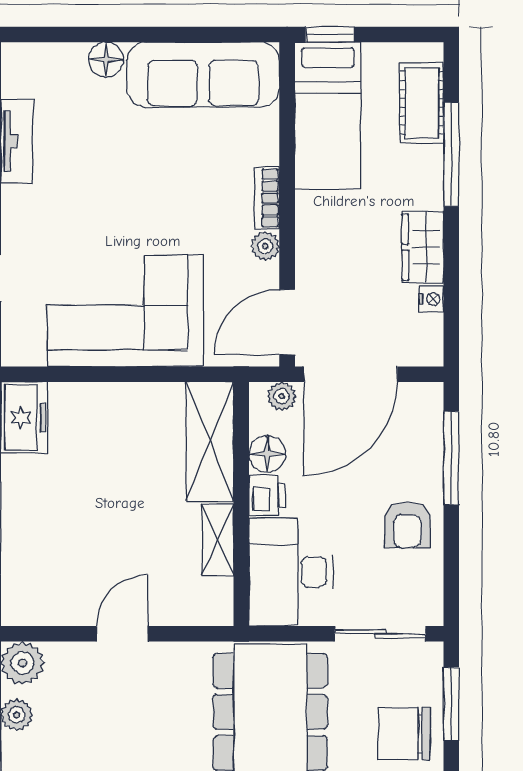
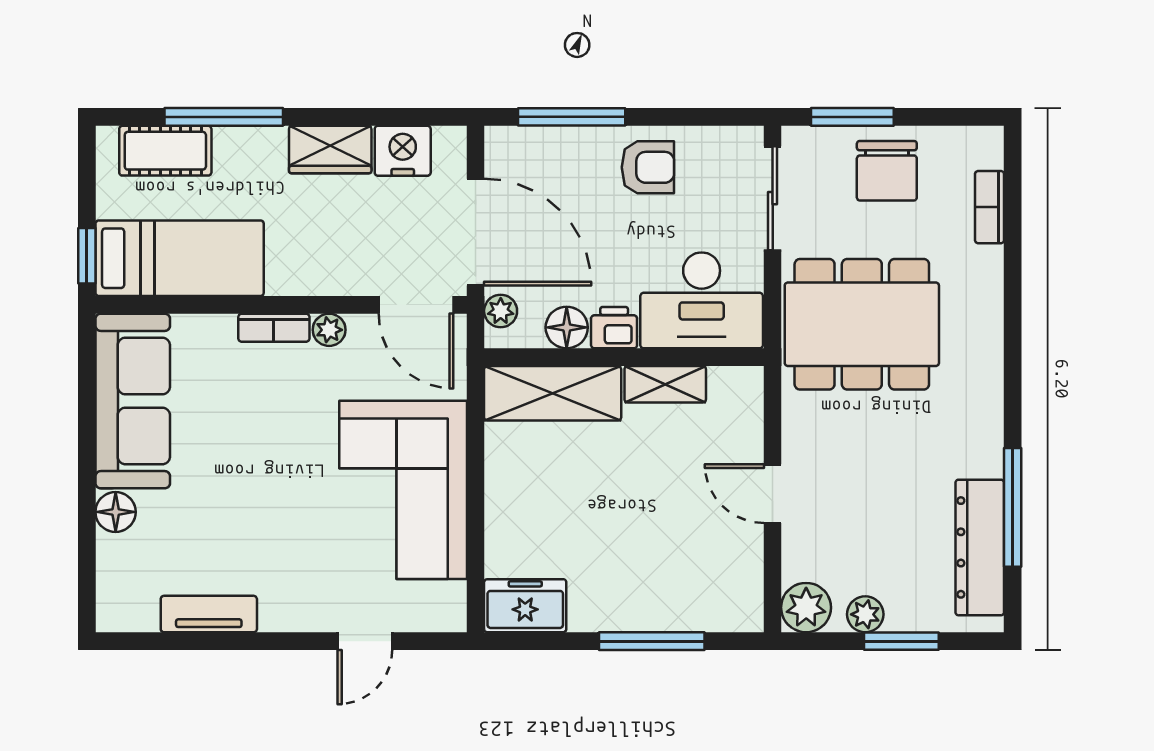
nightstand: (431, 299) -> (403, 151), width x1.89, depth x1.79

